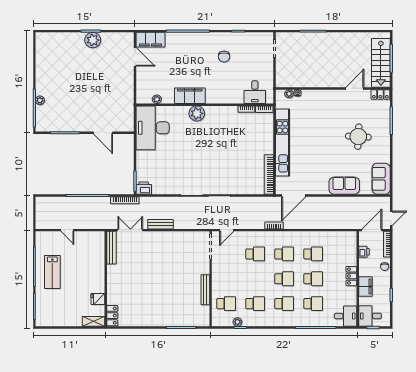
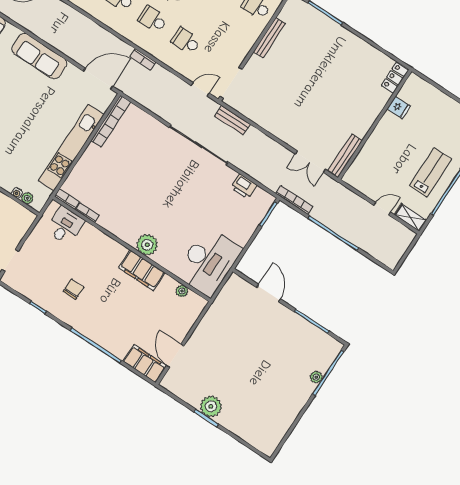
sofa: (344, 186) -> (39, 56), width x1.36
printer: (144, 188) -> (244, 186), moved
bench: (160, 224) -> (232, 120), moved
door: (67, 230) -> (382, 209), hinge flipped
shelving: (94, 321) -> (410, 217), moved

